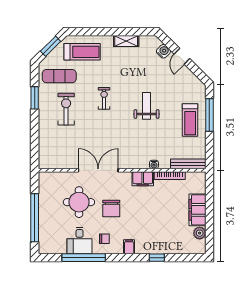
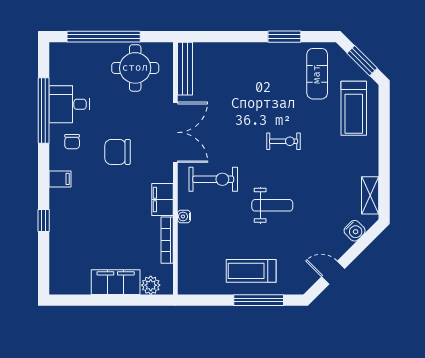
shelving: (126, 41) -> (370, 195), moved
door: (182, 56) -> (333, 273), moved
exercise bike: (66, 109) -> (213, 179), moved
bench: (188, 164) -> (185, 69), moved
round table: (79, 202) -> (135, 68), moved
plant: (200, 233) -> (151, 285), moved

